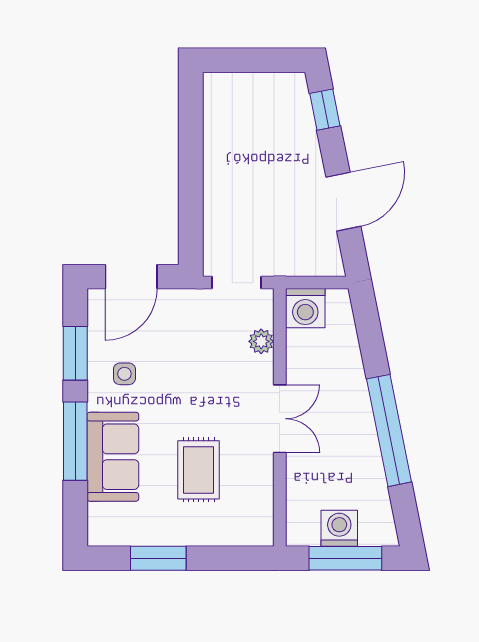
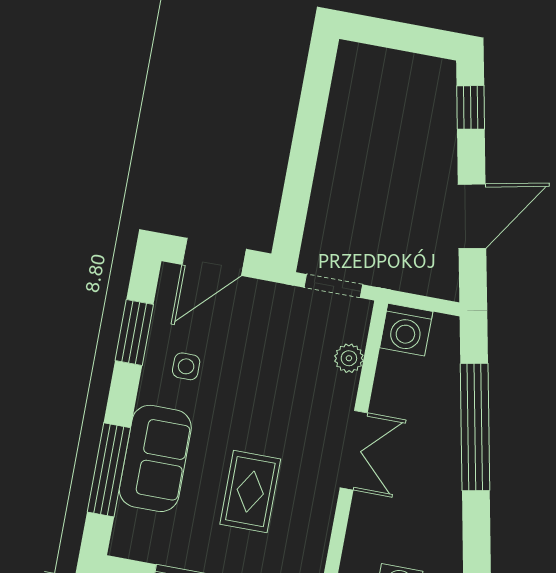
window: (389, 430) -> (475, 427), moved
window: (75, 441) -> (109, 470), moved

